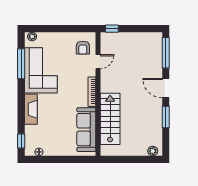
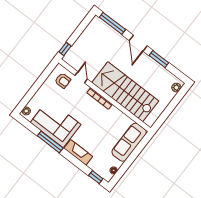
window: (21, 64) -> (50, 142), moved
door: (166, 88) -> (138, 43), hinge flipped
stairs: (110, 119) -> (125, 92), width x1.36, depth x1.51
sofa: (86, 130) -> (129, 142), moved, turned 90

